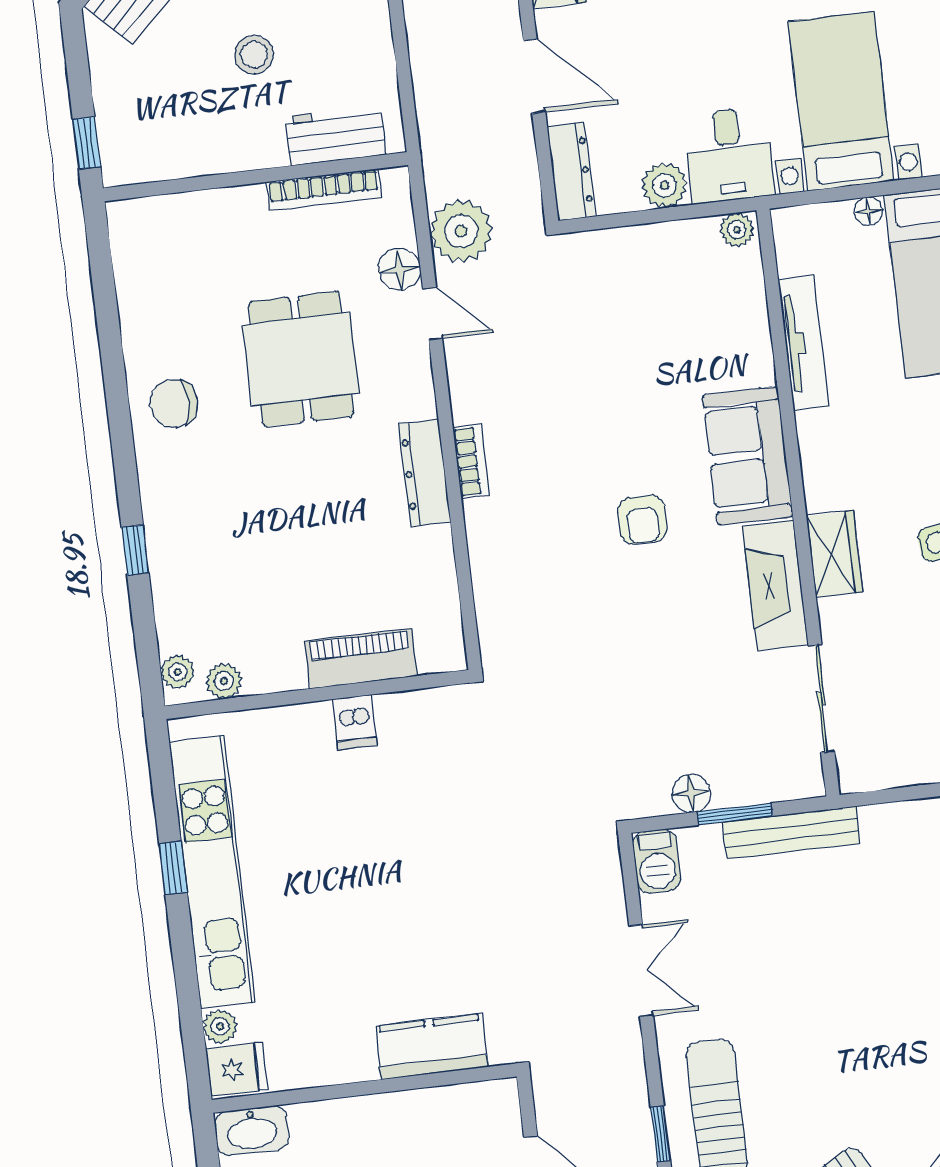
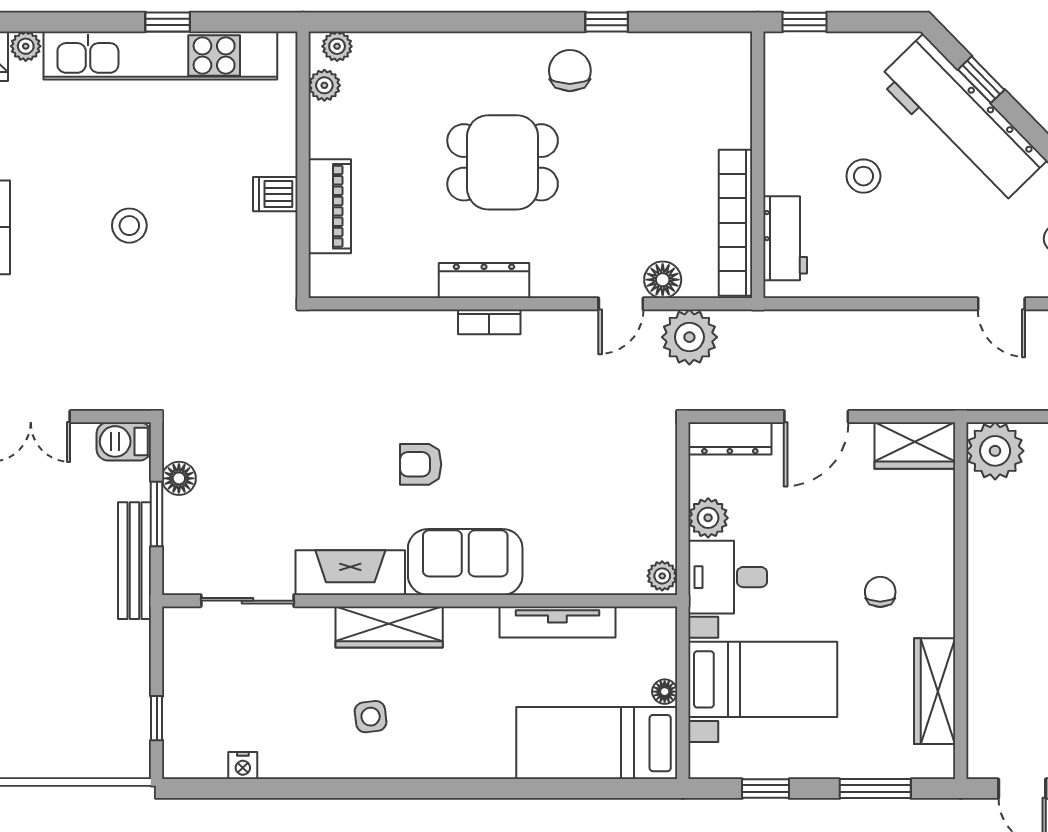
bookcase: (324, 190) -> (736, 223), width x1.48, depth x1.31
dining table: (301, 359) -> (503, 162), moved
window: (135, 550) -> (607, 22), moved
wardrobe: (835, 554) -> (389, 627), width x1.50
stool: (410, 884) -> (129, 226), added

